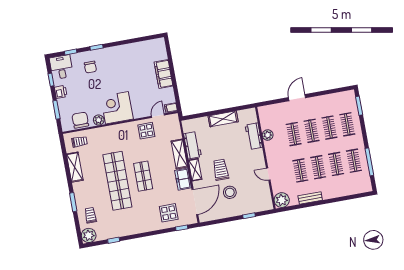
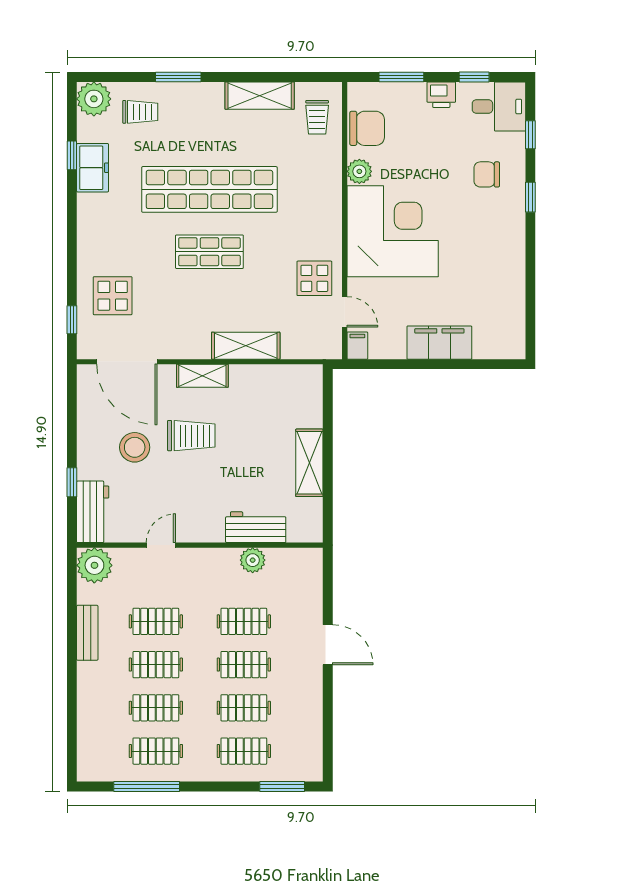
corner desk: (117, 108) -> (393, 231), width x1.36, depth x1.36
workbench: (192, 145) -> (93, 512), moved, turned -90
freezer: (183, 179) -> (93, 168), moved, turned 90

